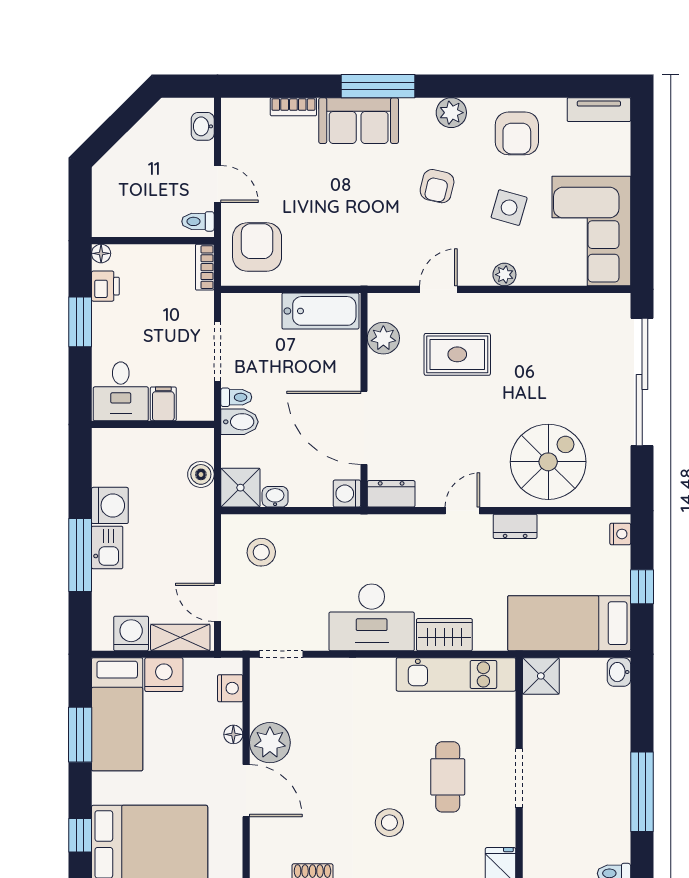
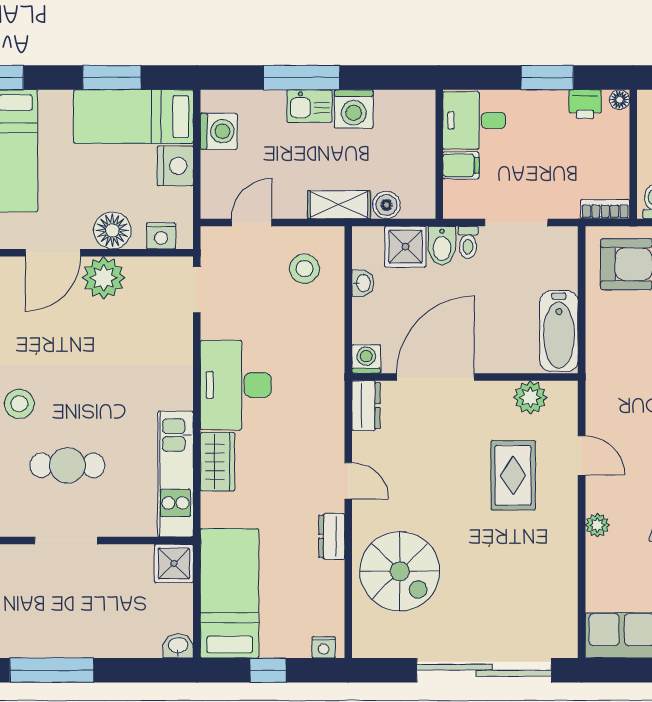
shower: (240, 488) -> (405, 247), moved
shelving: (180, 637) -> (339, 205), moved, turned 90
floor lamp: (233, 734) -> (112, 230), width x1.89, depth x1.89

